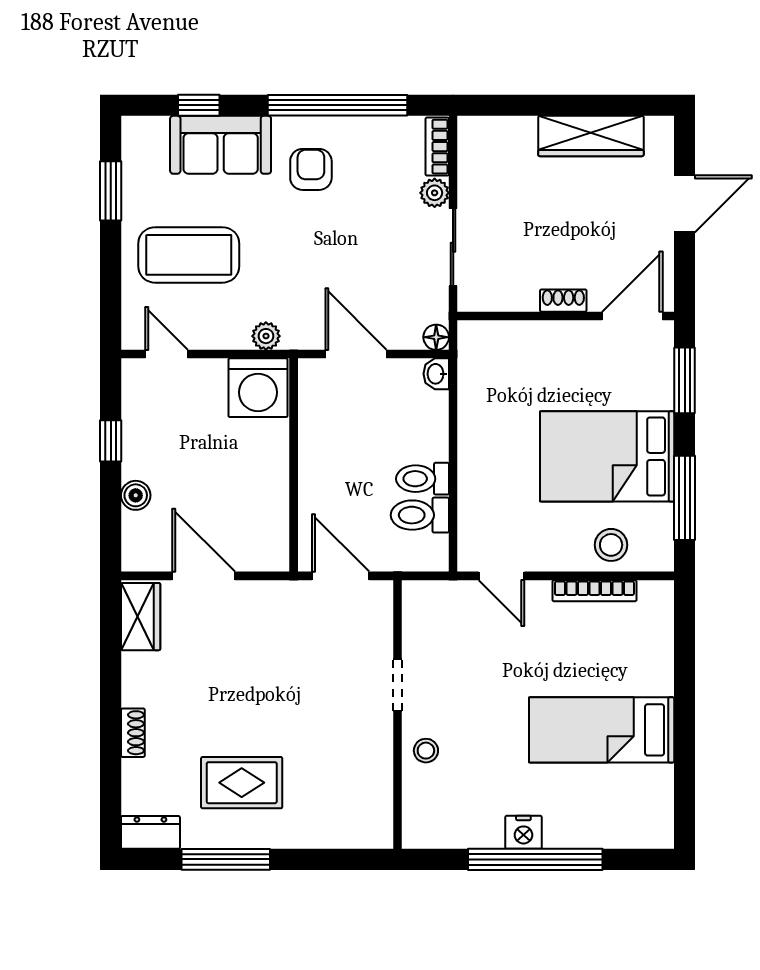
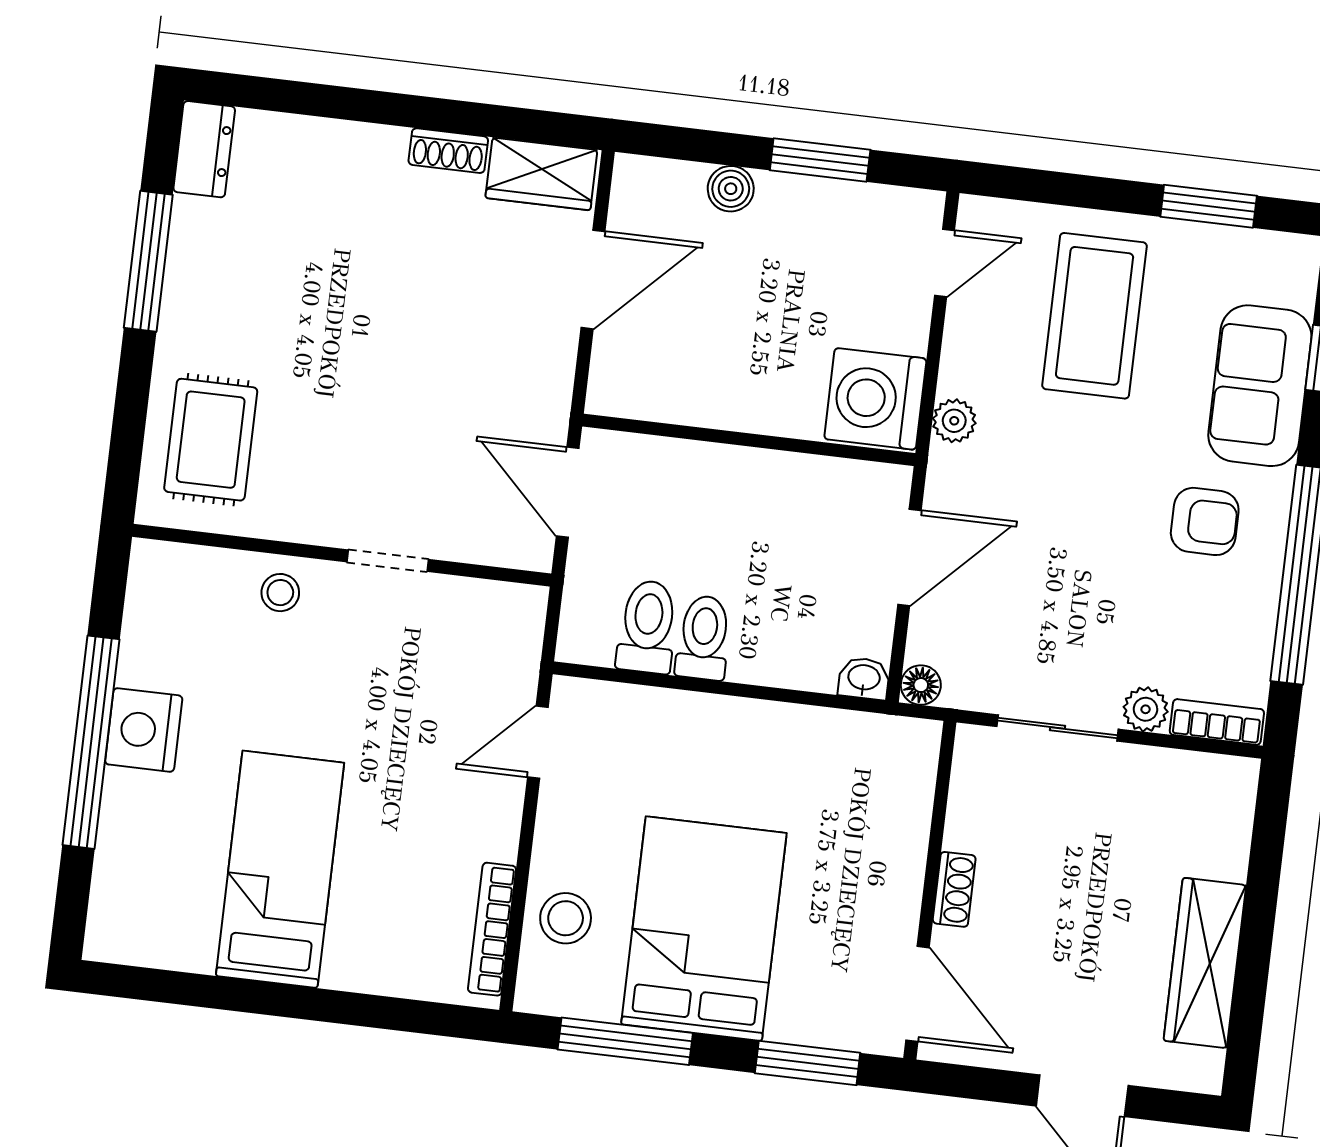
window: (111, 441) -> (820, 160), width x1.50
door: (341, 576) -> (568, 492), swing flipped
bookcase: (594, 591) -> (492, 929), moved
shoe rack: (133, 733) -> (448, 151), moved
rug: (242, 783) -> (211, 440), moved
nightstand: (523, 832) -> (144, 730), width x1.36, depth x1.33

